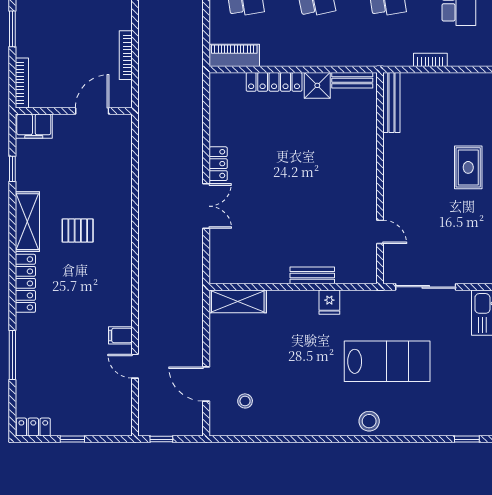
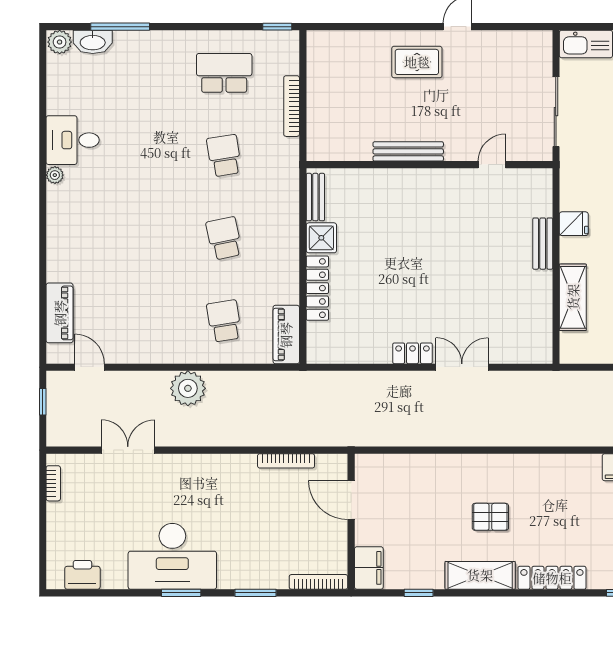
bookcase: (430, 60) -> (292, 106), width x1.56
bench: (391, 103) -> (408, 151), moved
pallet: (78, 231) -> (490, 517), turned 90
shelving: (238, 301) -> (573, 297), moved

